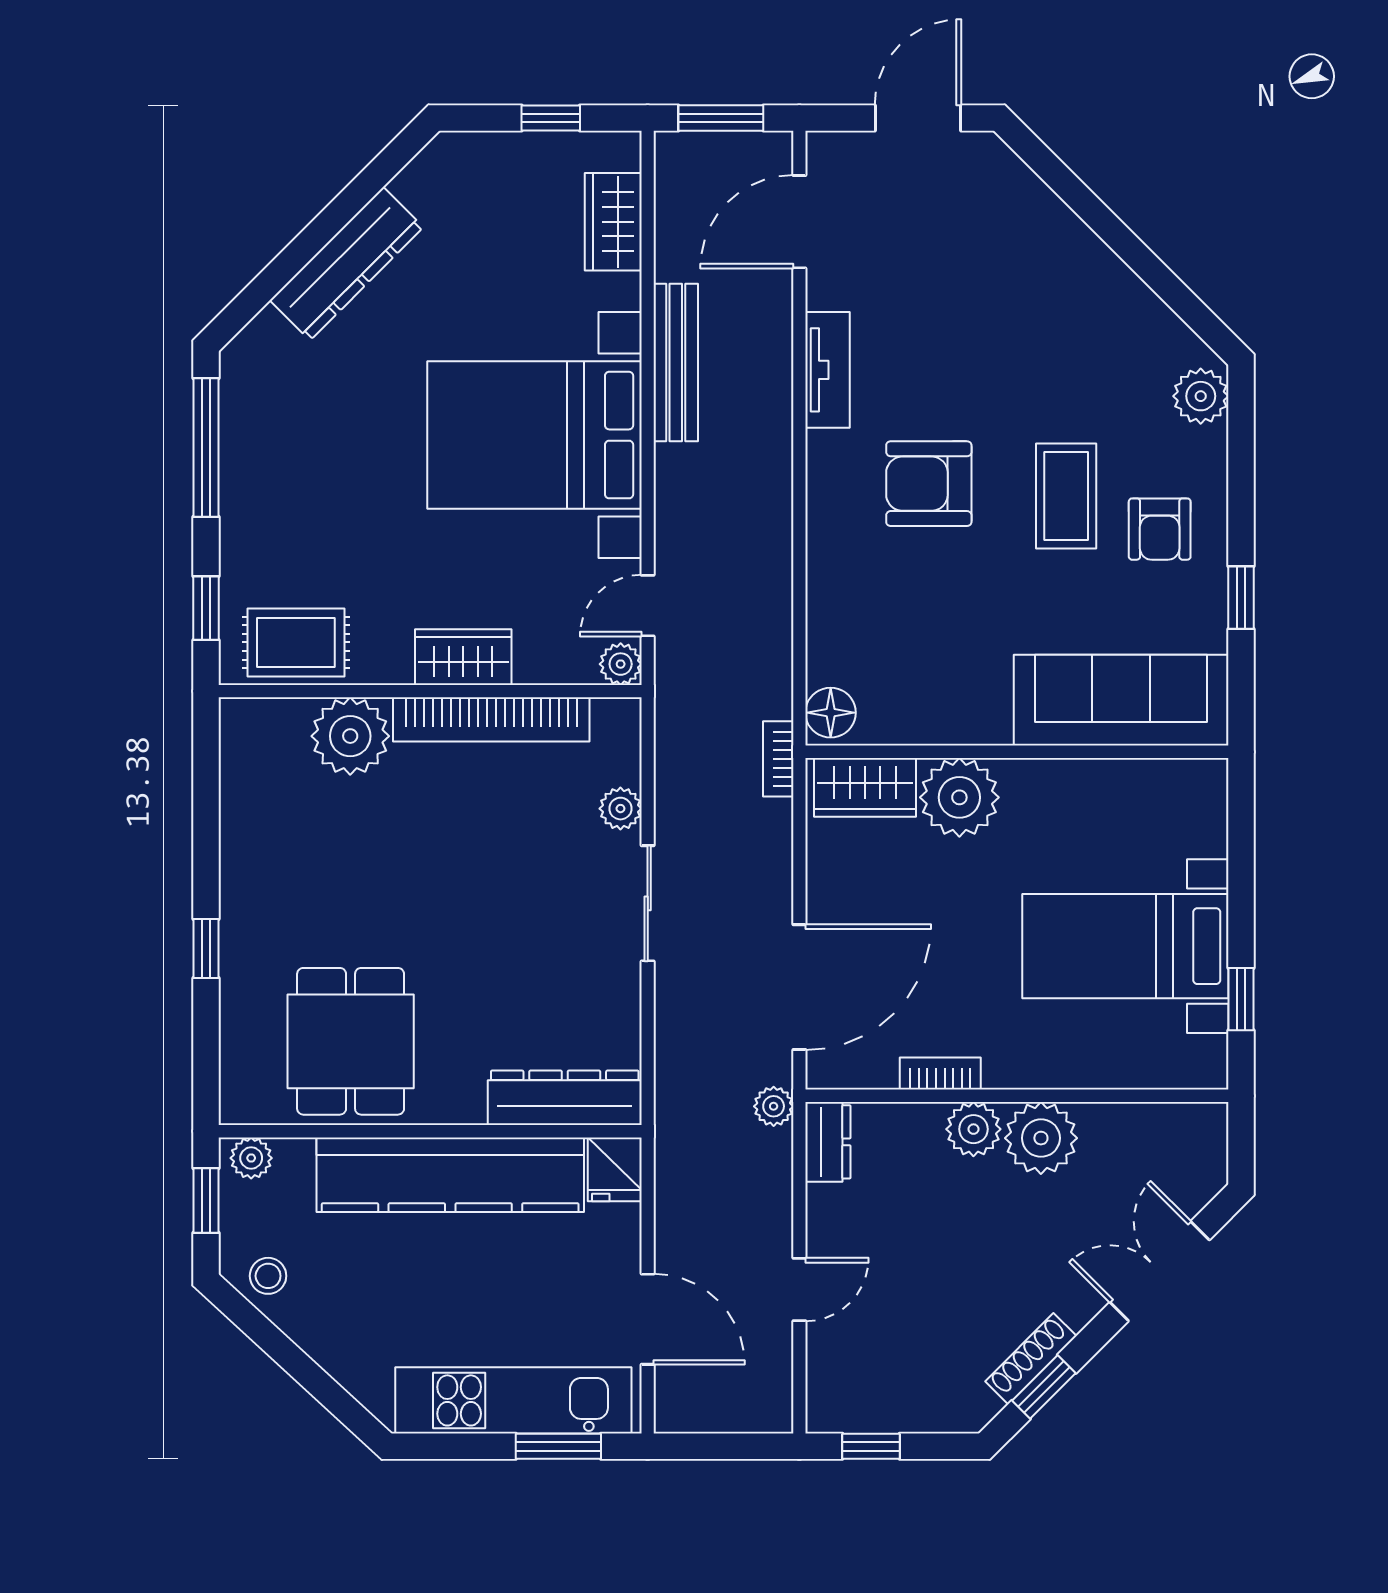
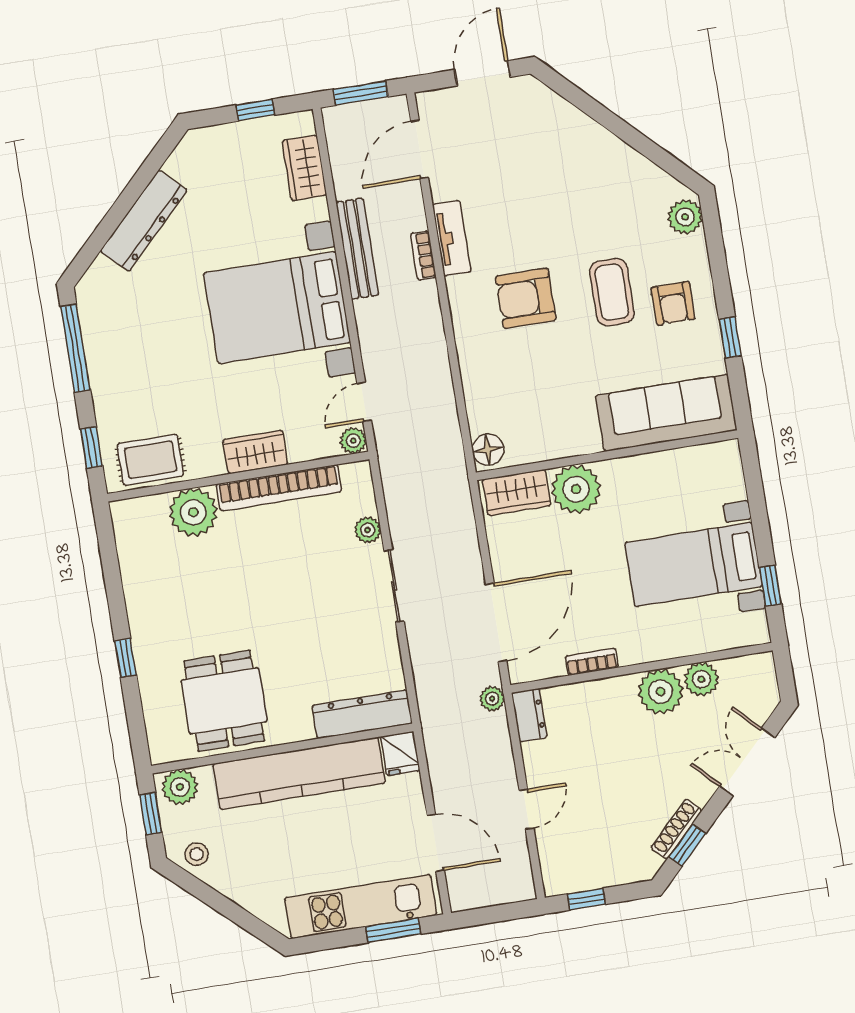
bookcase: (778, 759) -> (423, 255), moved
plant: (973, 1129) -> (701, 679), moved
plant: (251, 1158) -> (180, 787), width x1.38, depth x1.38

